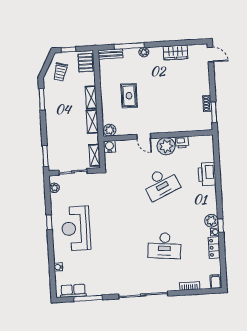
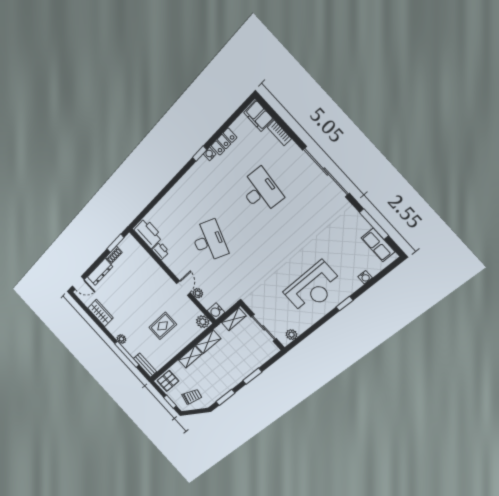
door: (210, 55) -> (78, 283), swing flipped
dresser: (204, 81) -> (100, 272), added
plant: (166, 146) -> (198, 293), moved, width x0.53, depth x0.53
window: (45, 156) -> (252, 376), moved
printer: (207, 174) -> (148, 233), moved, turned -90
desk: (161, 184) -> (209, 241), turned 45
plant: (211, 221) -> (202, 166), removed
window: (49, 222) -> (345, 304), moved
filing cabinet: (216, 282) -> (259, 116), width x2.00

